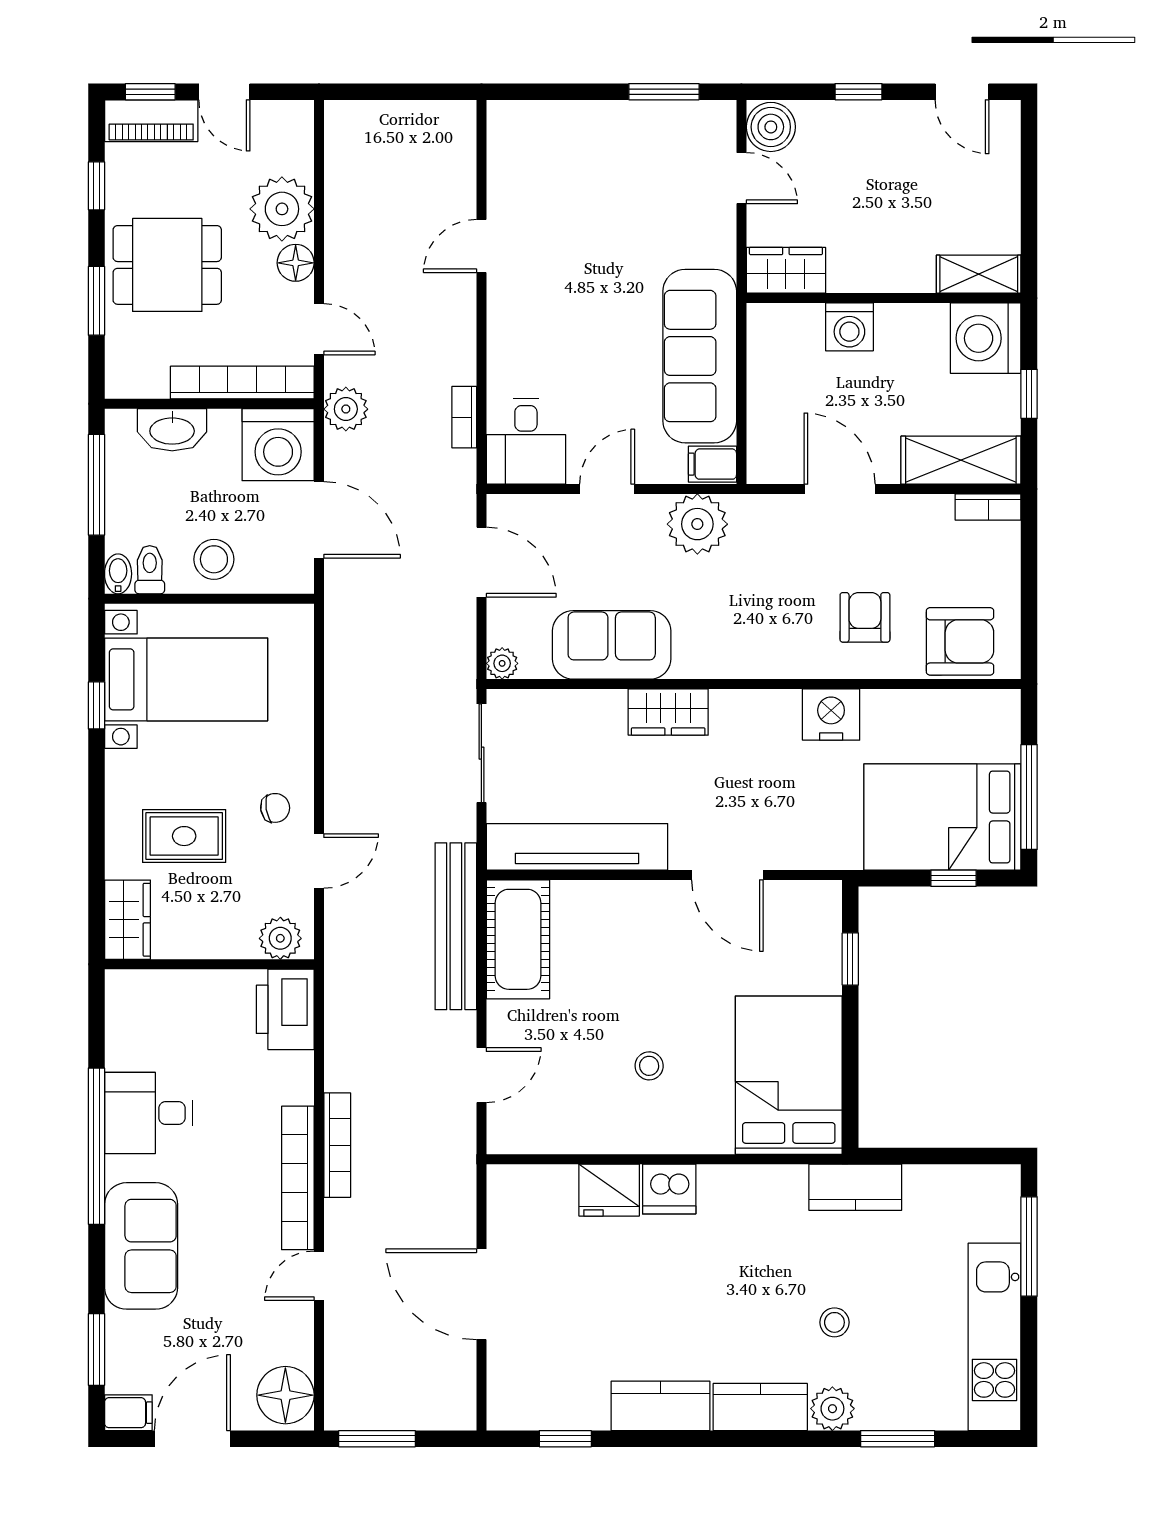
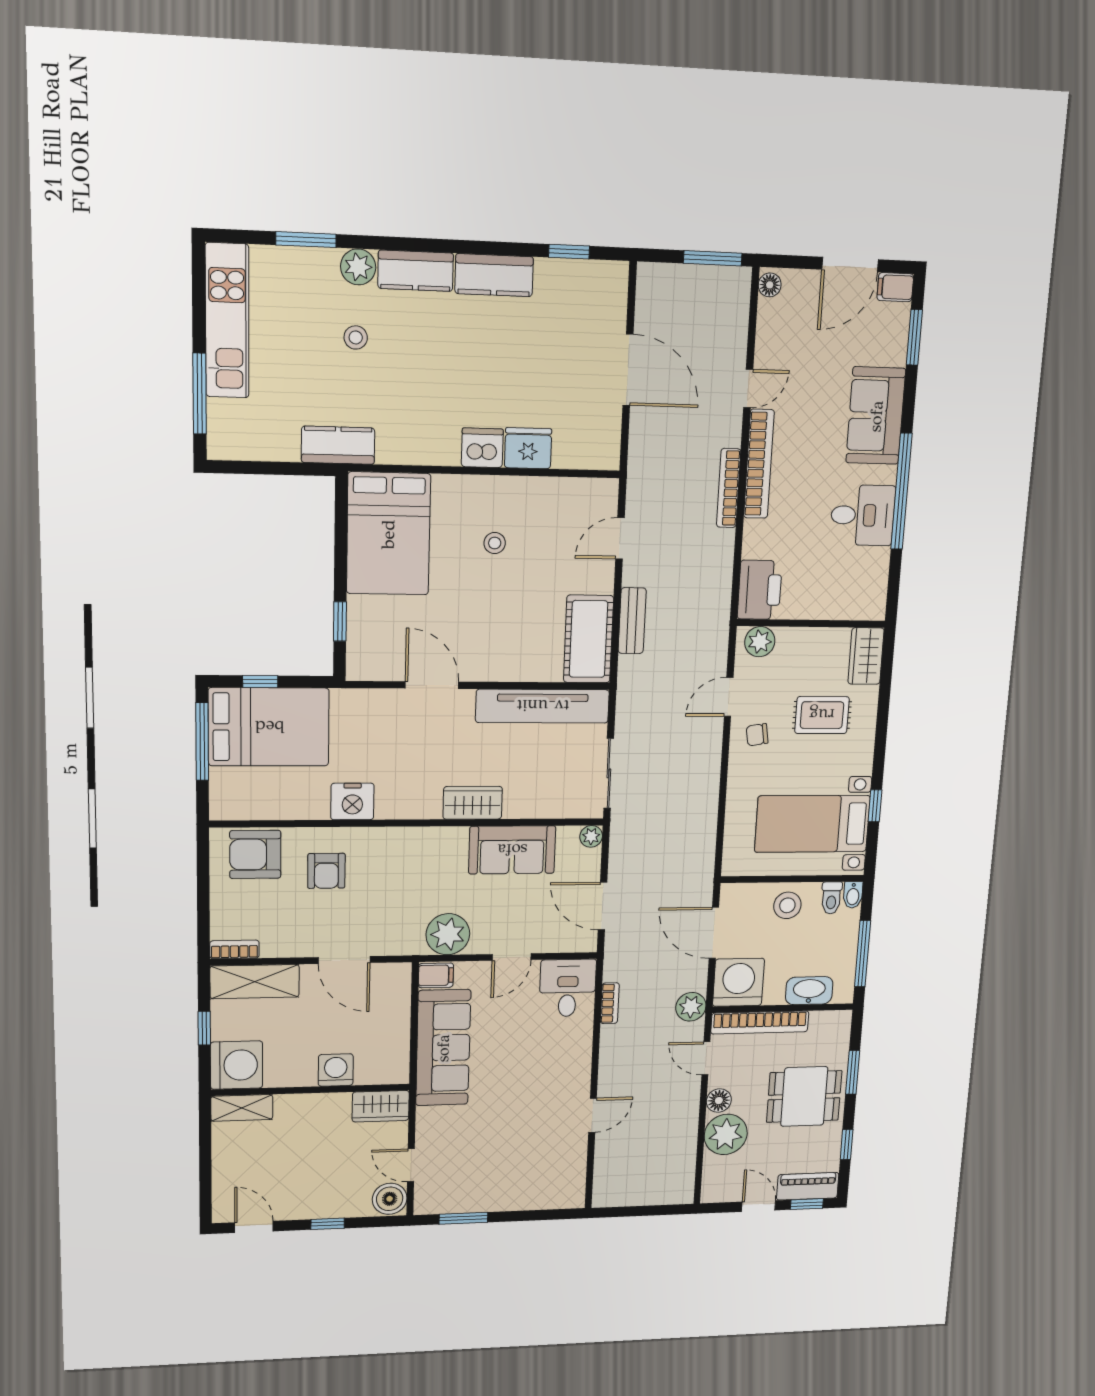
bench: (456, 926) -> (632, 621), width x0.54, depth x0.82
floor lamp: (285, 1395) -> (770, 285), width x0.53, depth x0.53

